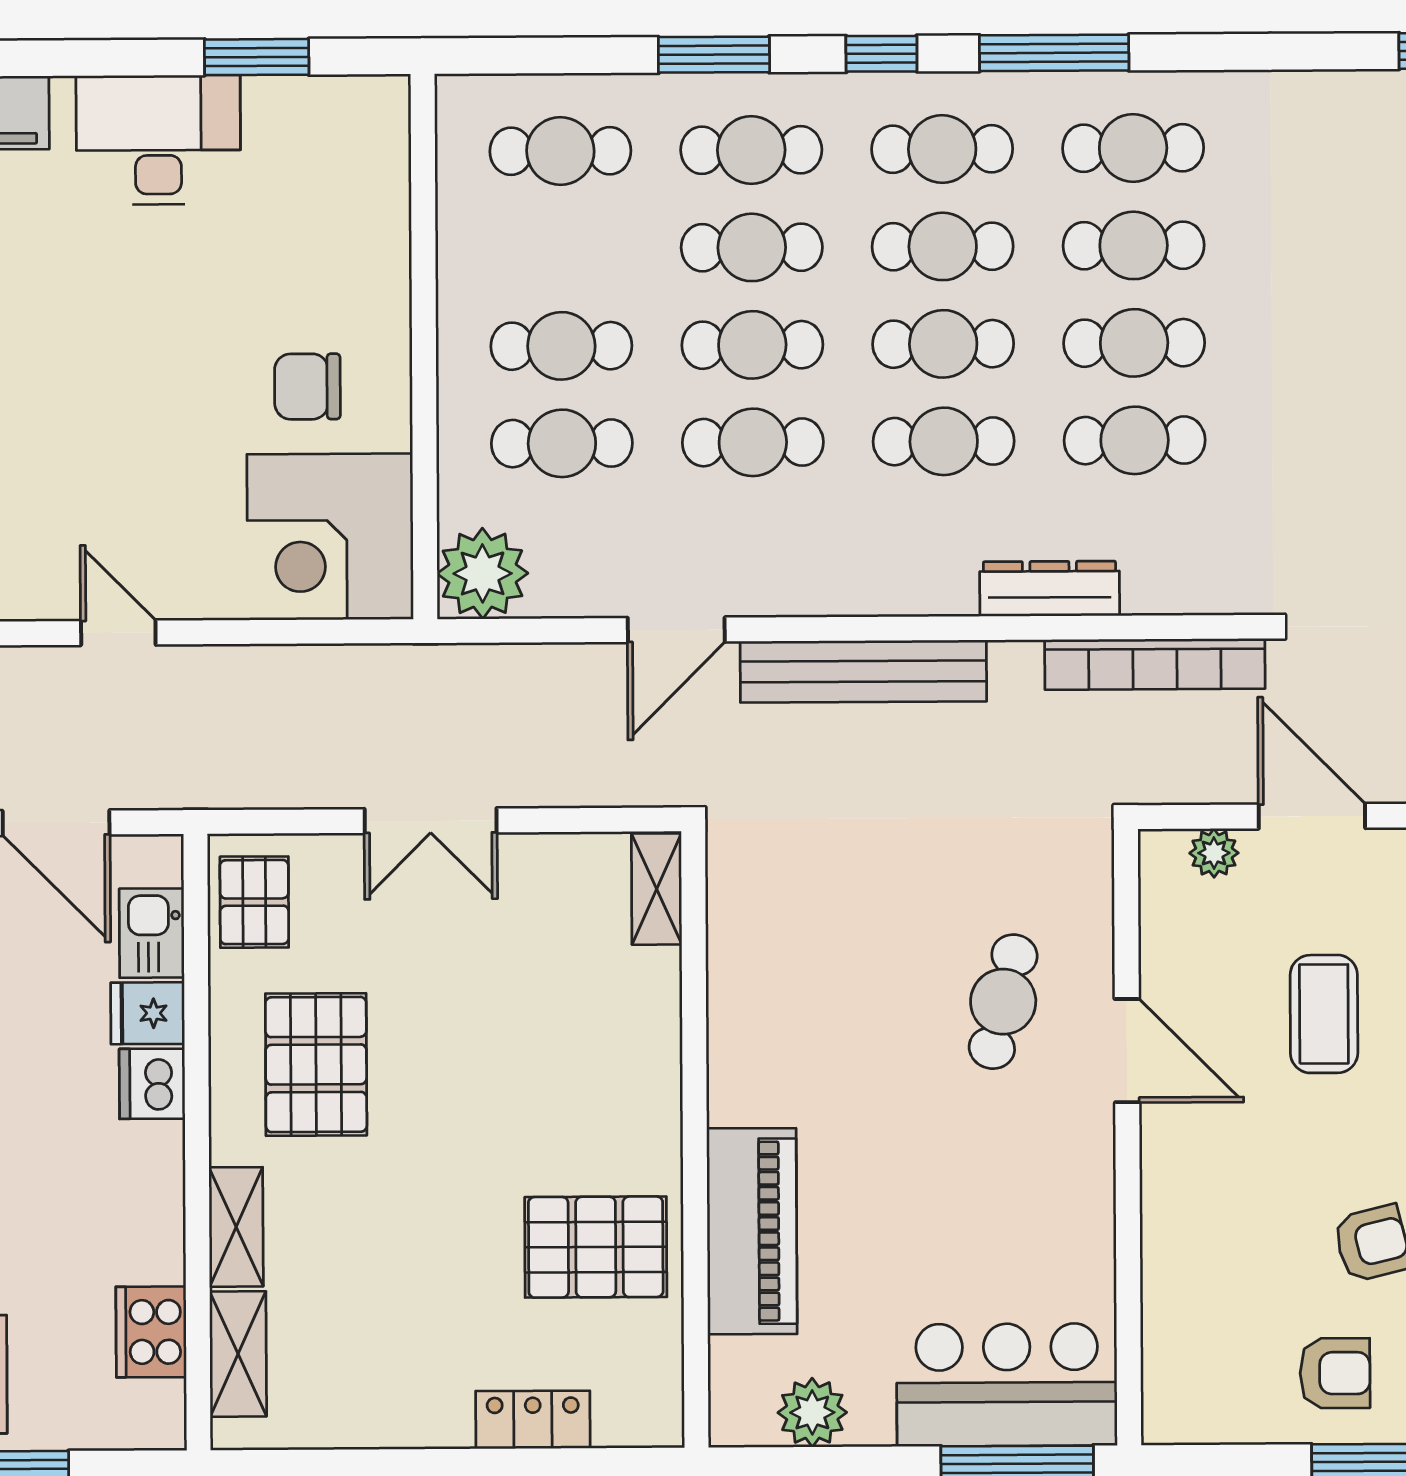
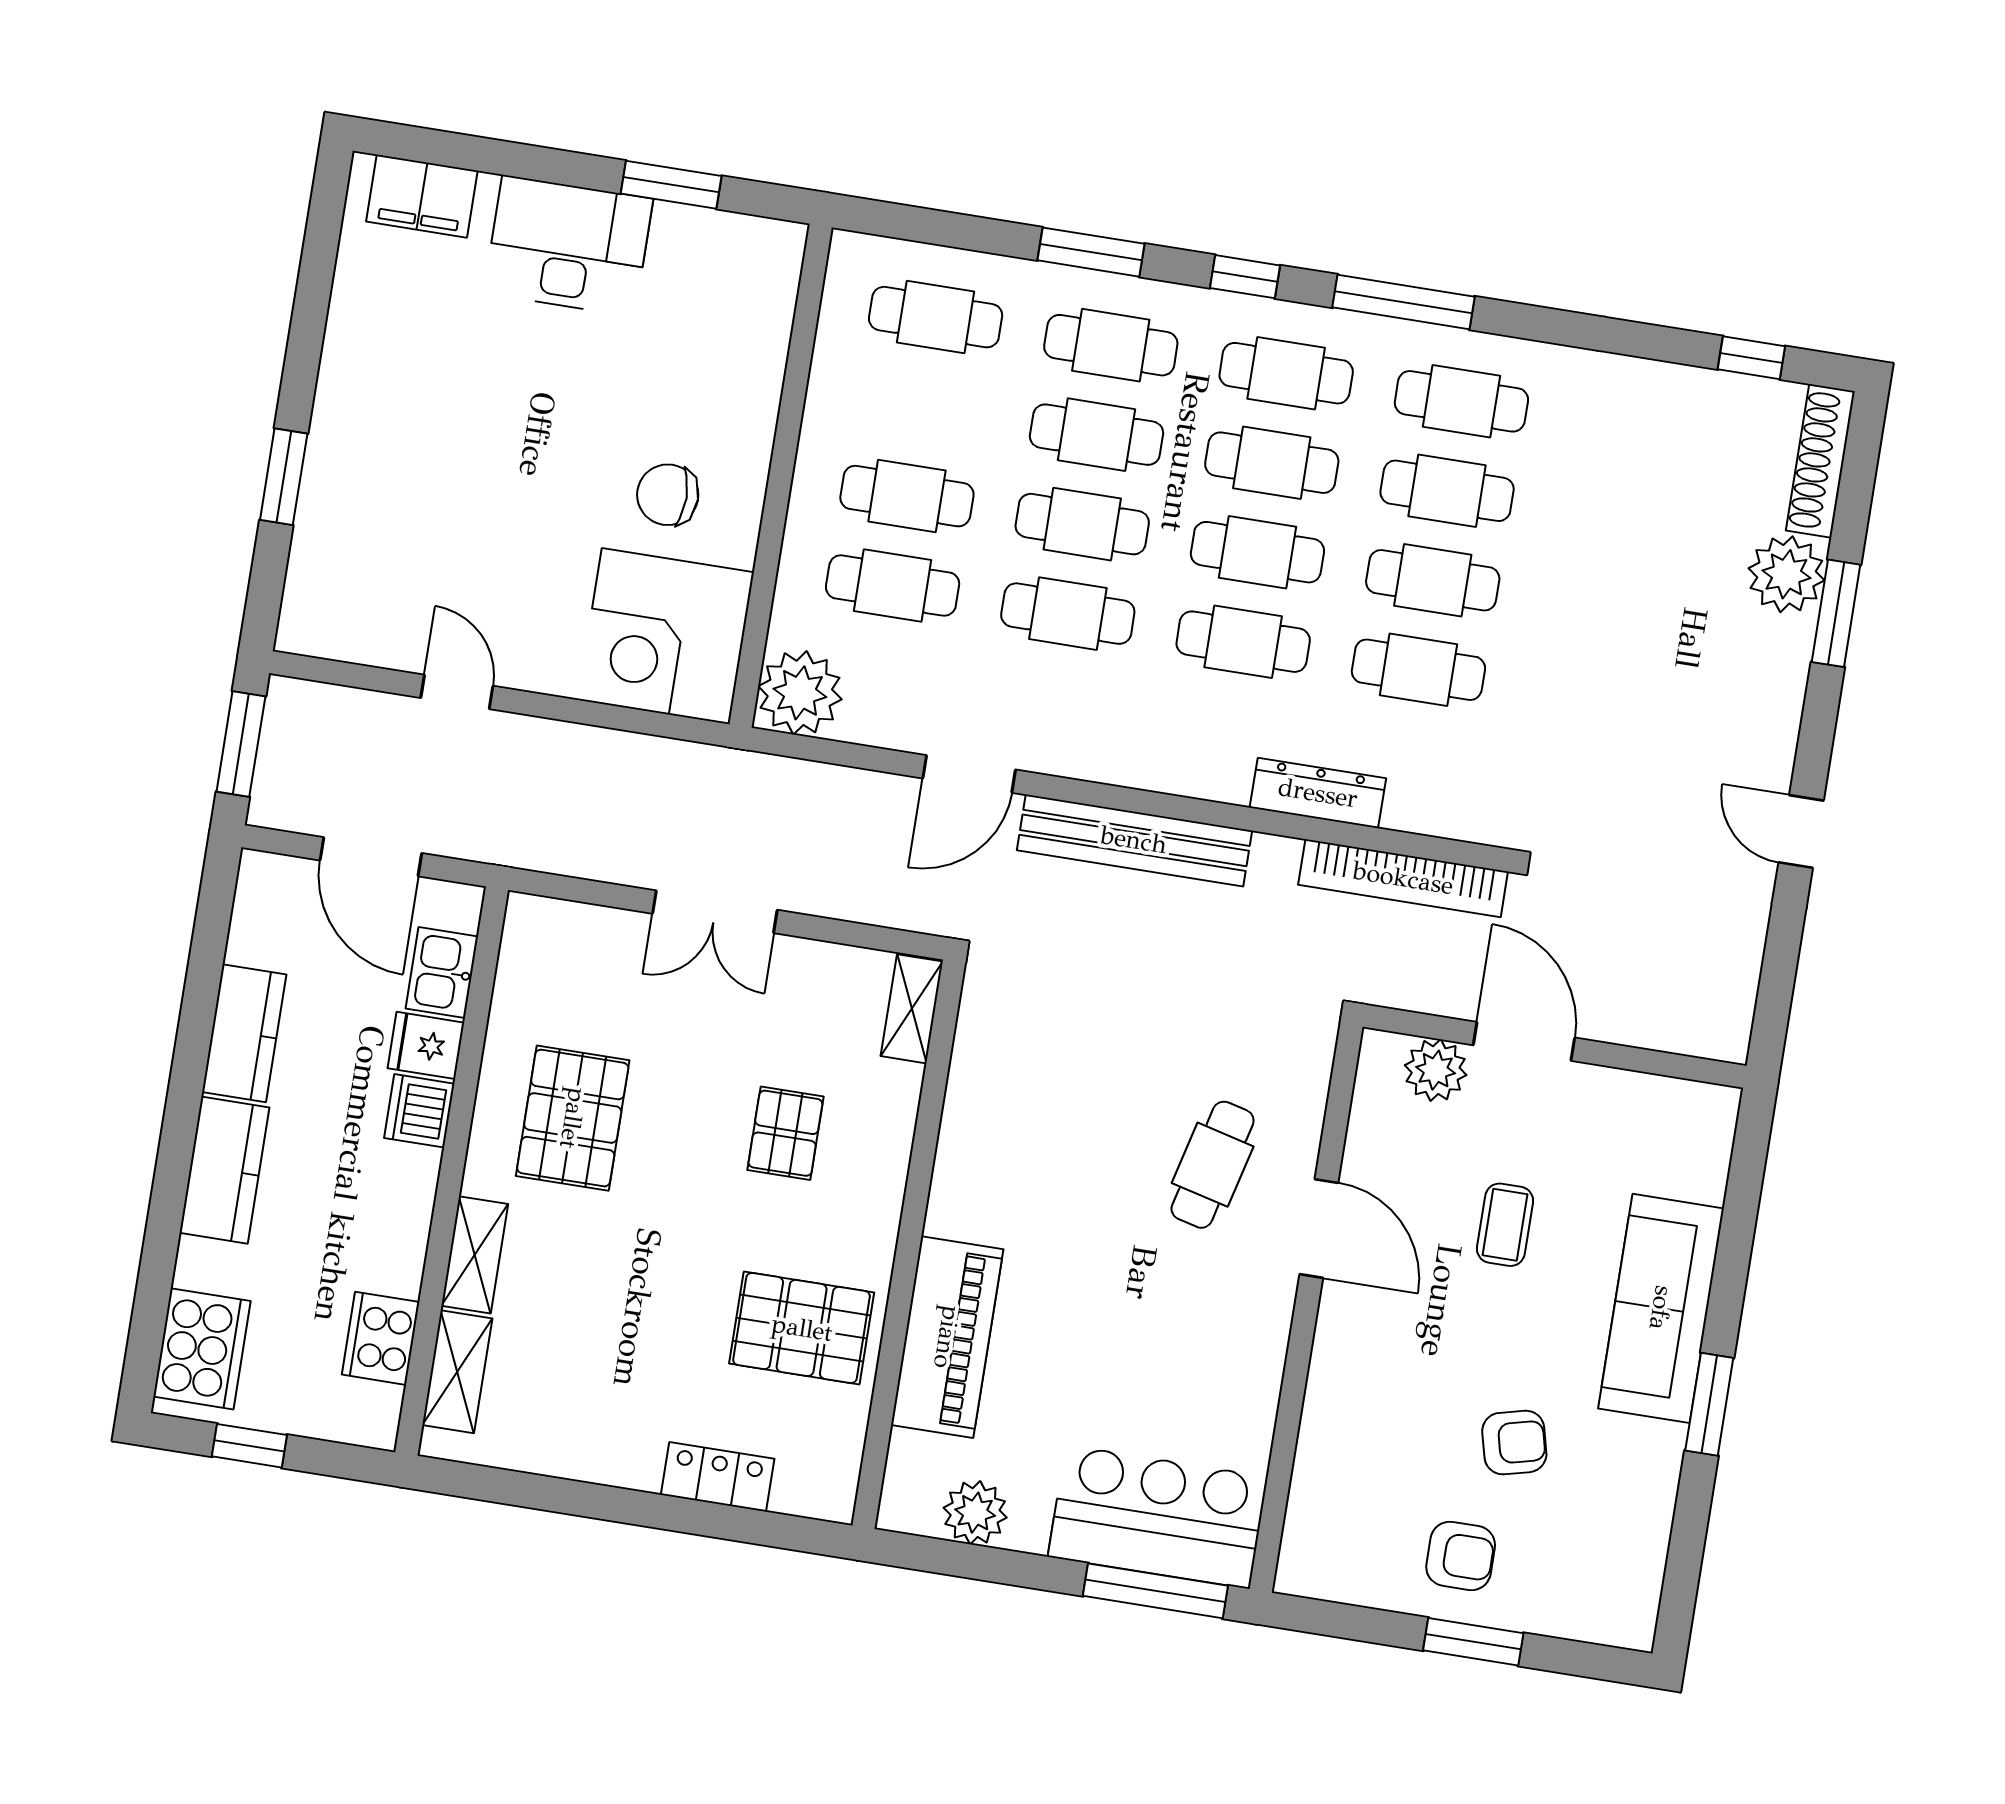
plant: (1214, 853) -> (1436, 1070), width x1.38, depth x1.38
pallet: (254, 902) -> (785, 1133), moved
coffee table: (1324, 1014) -> (1505, 1225), width x0.73, depth x0.77

